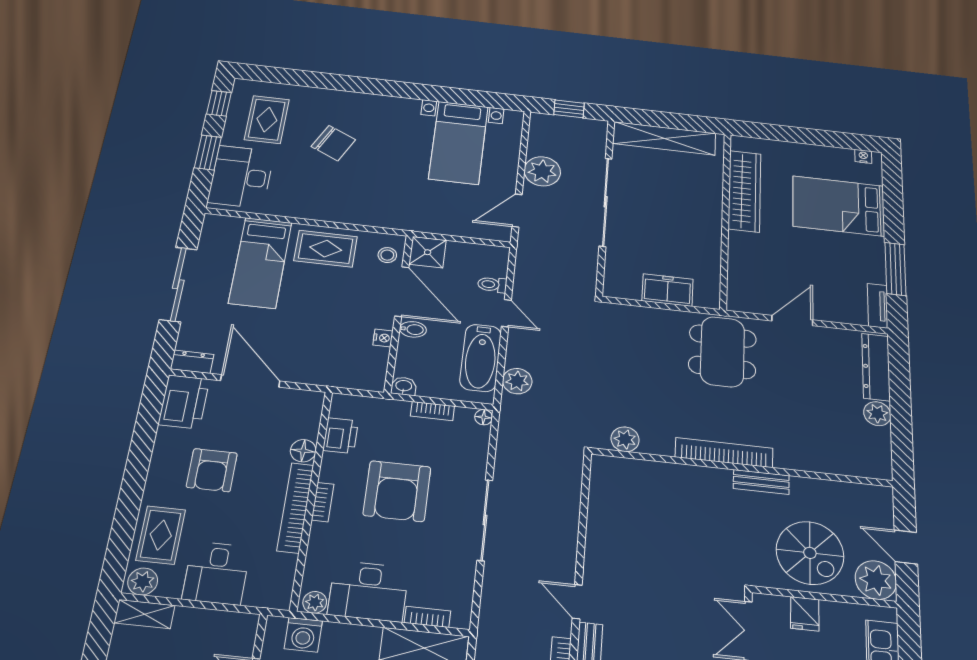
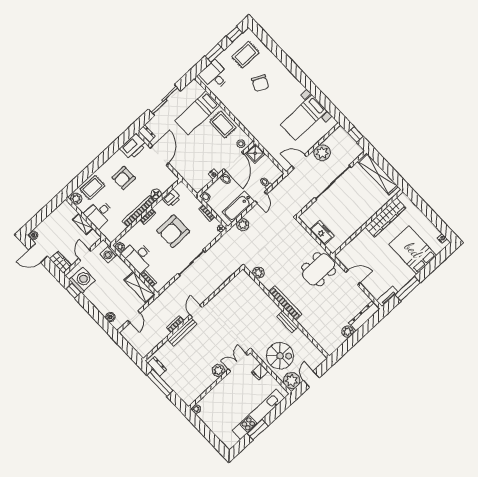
desk: (241, 177) -> (215, 75), width x0.73
spiral stairs: (810, 553) -> (280, 356), turned -90
shelving: (144, 614) -> (83, 224), moved

